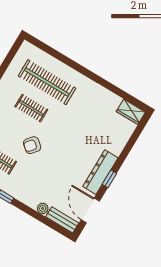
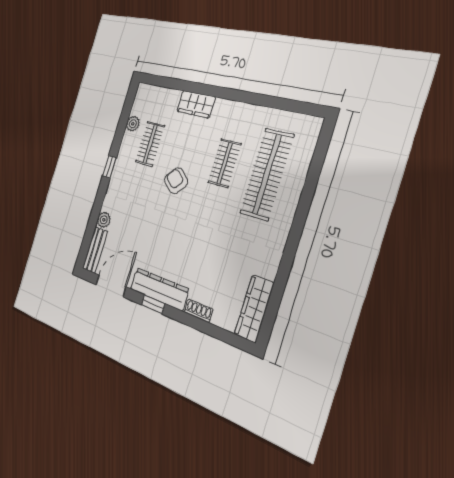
wardrobe: (131, 112) -> (254, 309), width x1.50
shoe rack: (120, 146) -> (198, 311), added

